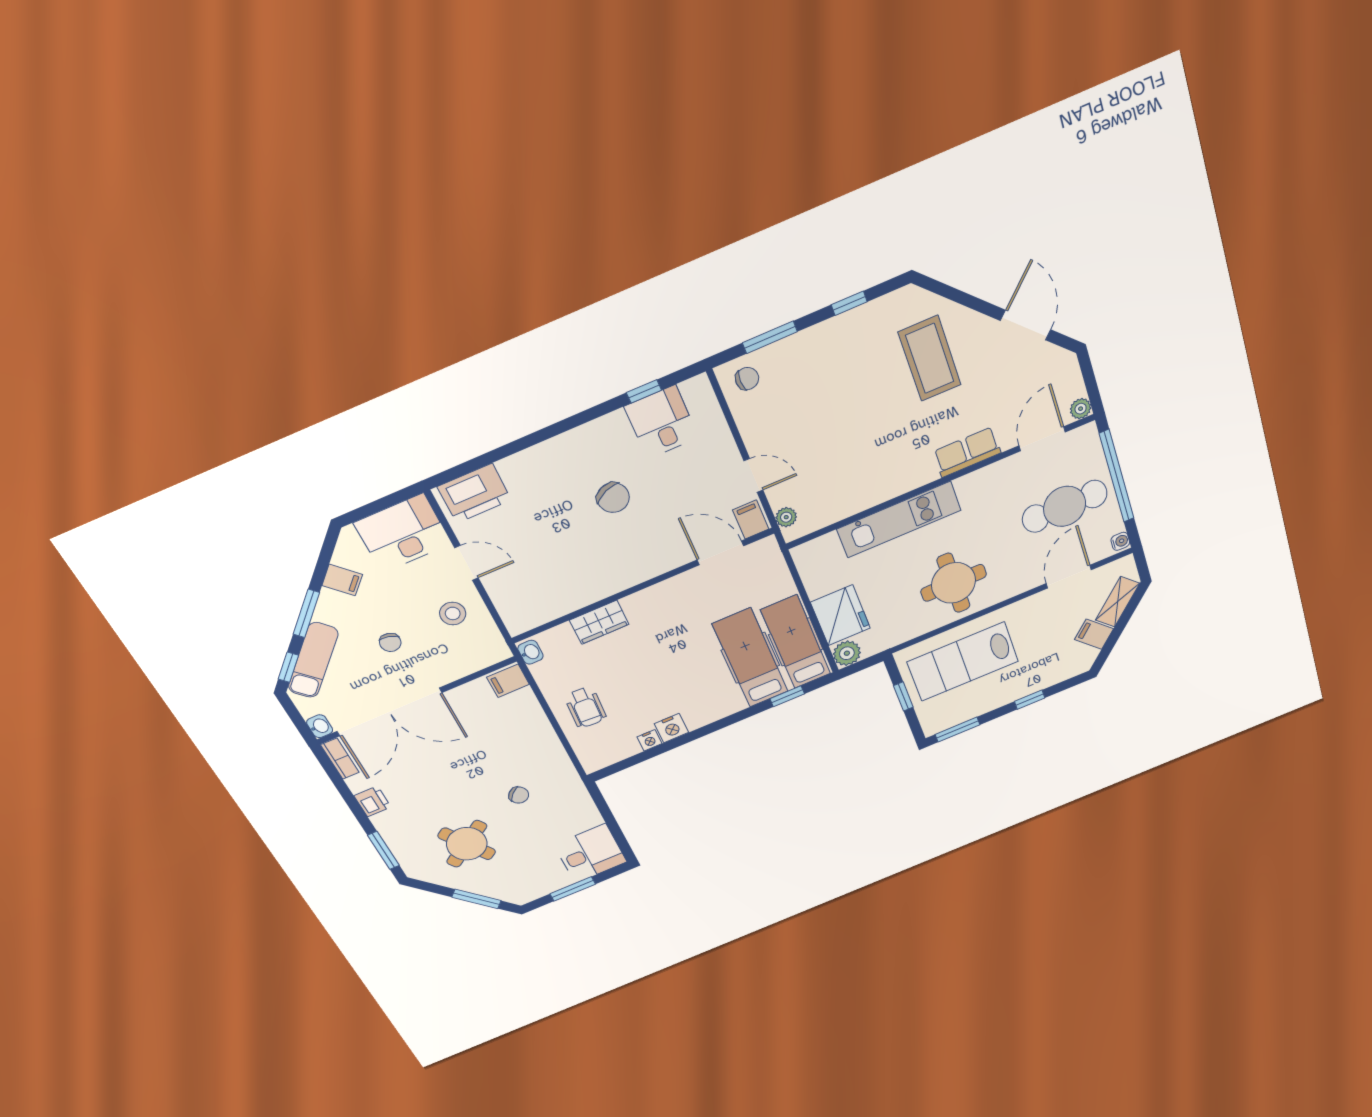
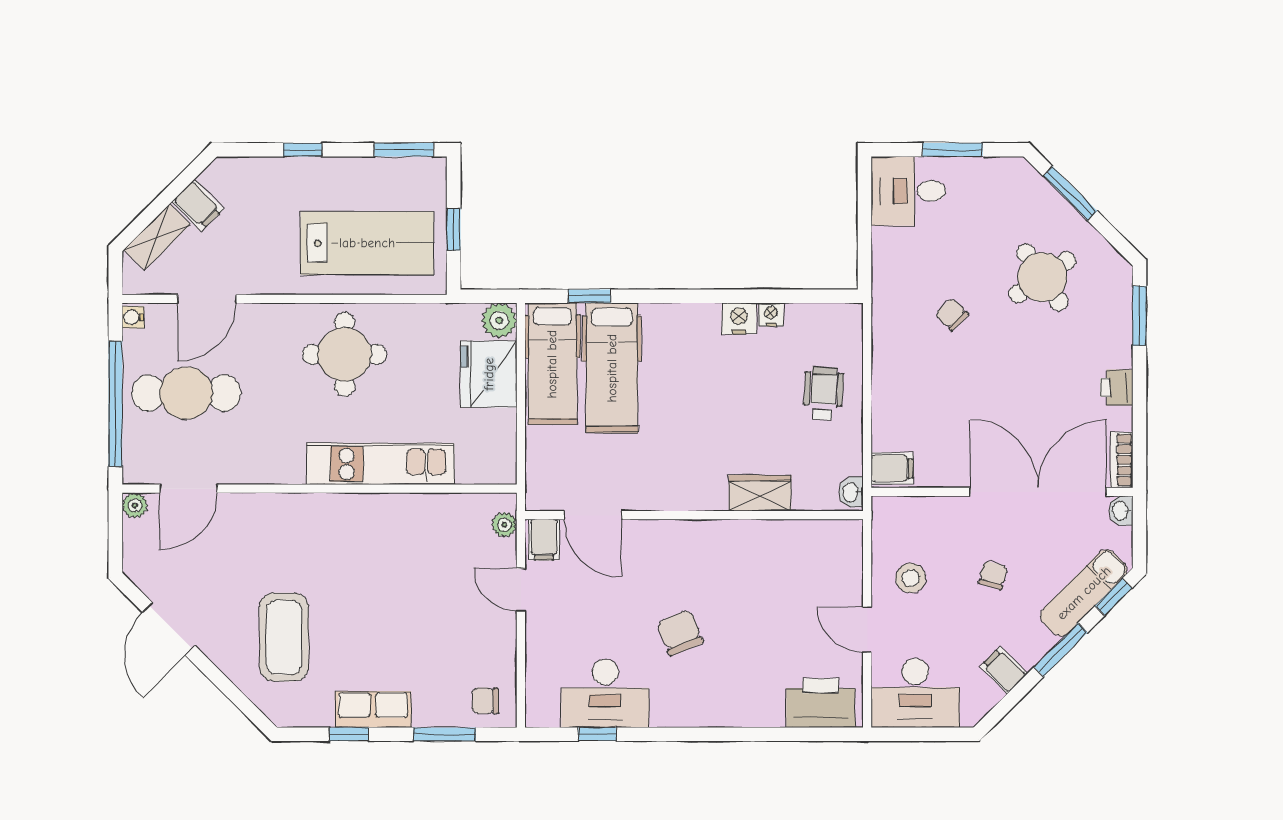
desk: (662, 422) -> (605, 693), width x1.37
row of seats: (967, 452) -> (373, 709), moved, turned 180

